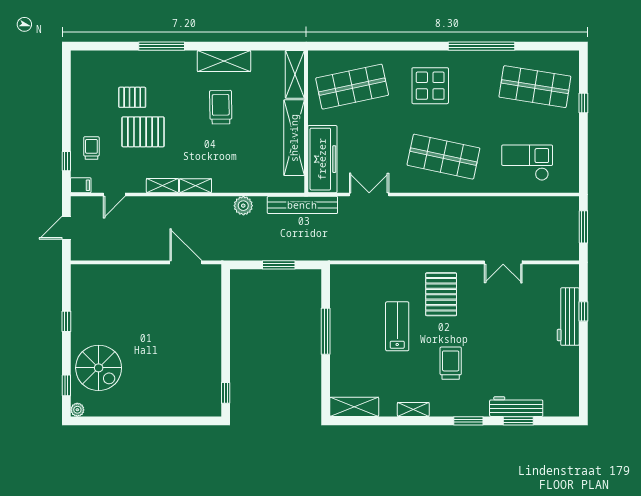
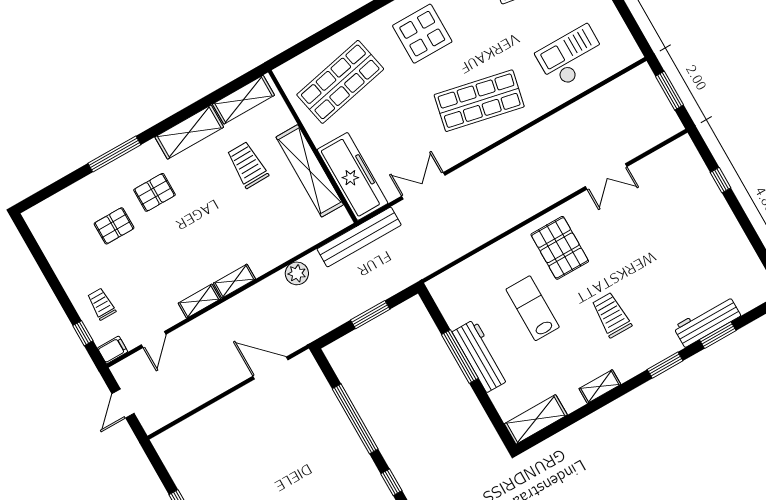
shelving: (295, 74) -> (243, 100), moved, turned 90
trolley: (221, 107) -> (248, 165), moved
pallet: (143, 132) -> (155, 192), moved, width x0.67, depth x0.71
workbench: (568, 317) -> (481, 356), moved, turned 180
window: (226, 333) -> (355, 419), added

